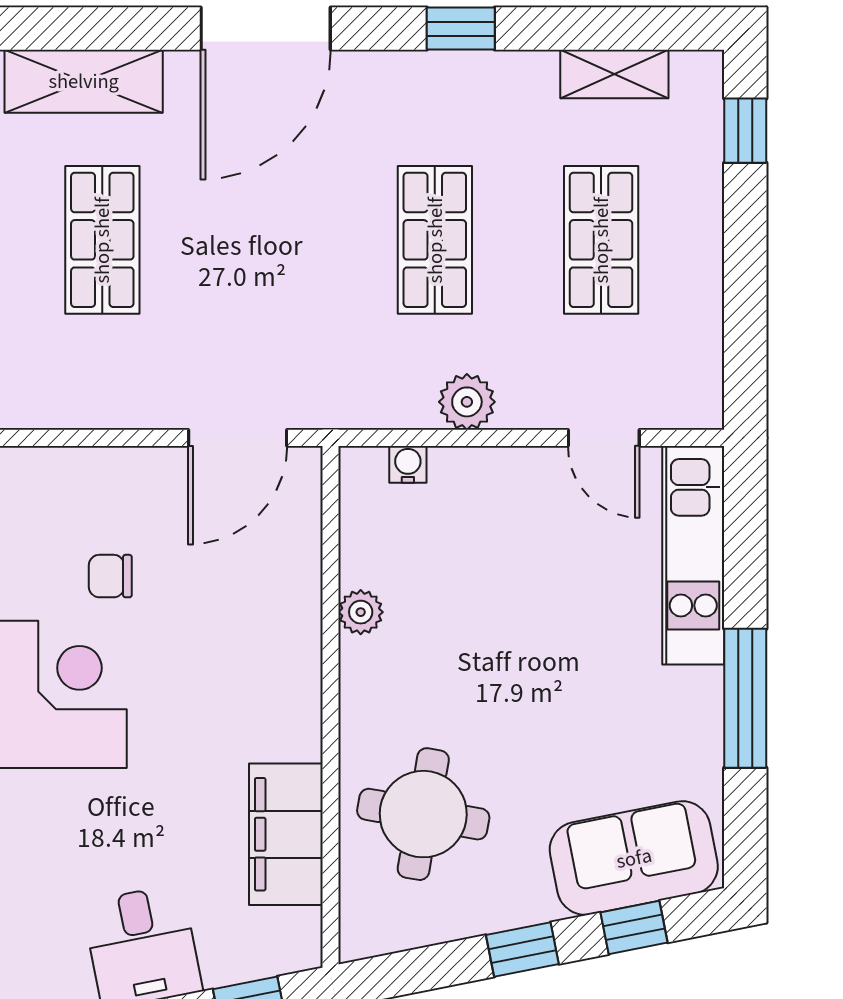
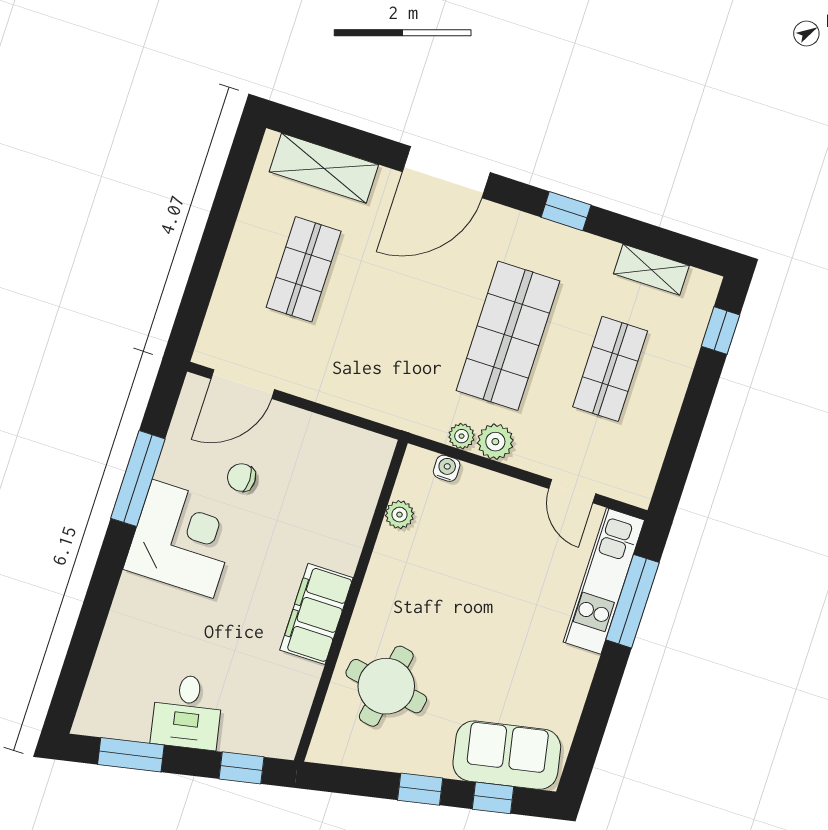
shop shelf: (435, 240) -> (508, 336), width x1.43, depth x1.36
plant: (415, 410) -> (462, 436), added
door: (238, 438) -> (243, 384), moved
plant: (361, 612) -> (400, 515), moved
window: (745, 698) -> (633, 601), moved
filing cabinet: (286, 834) -> (316, 614), moved

